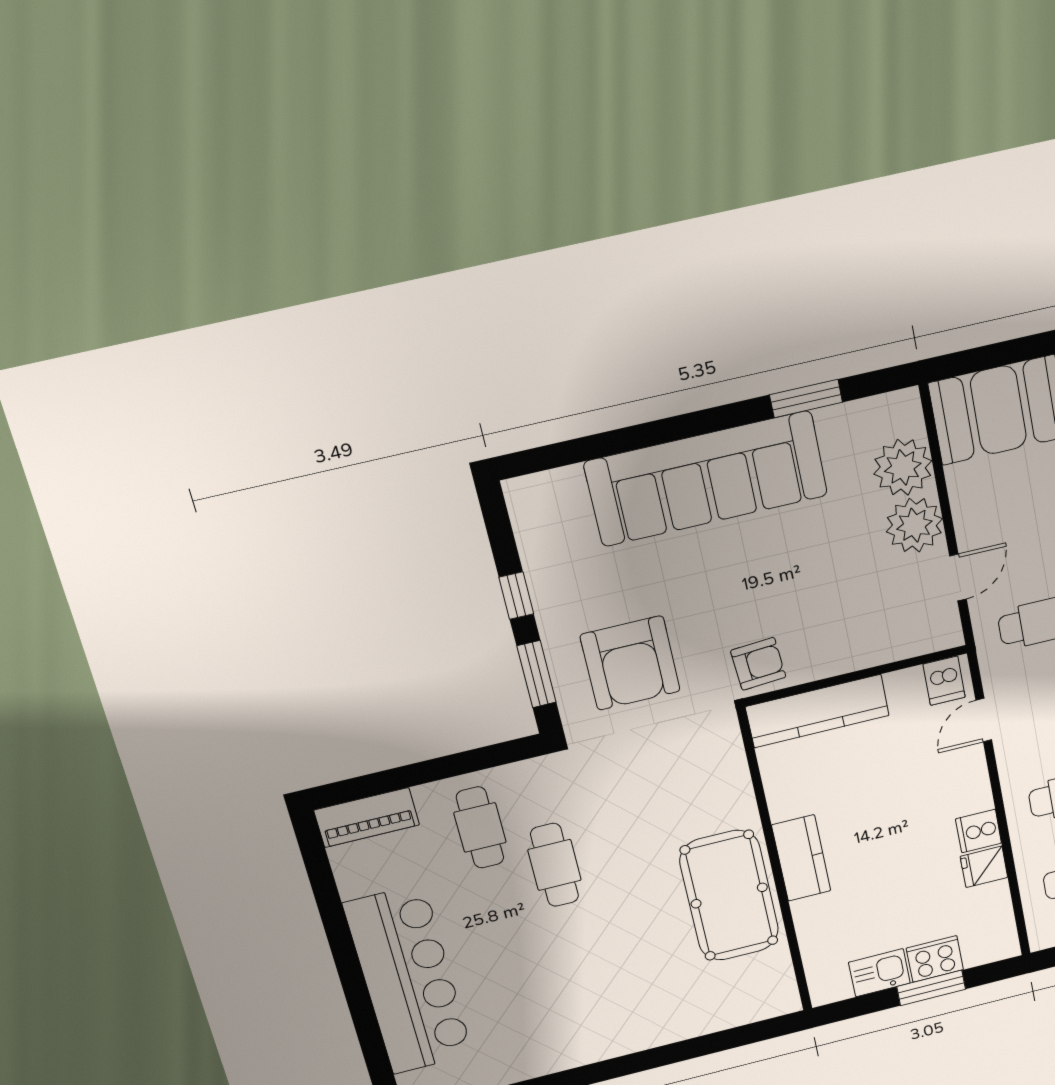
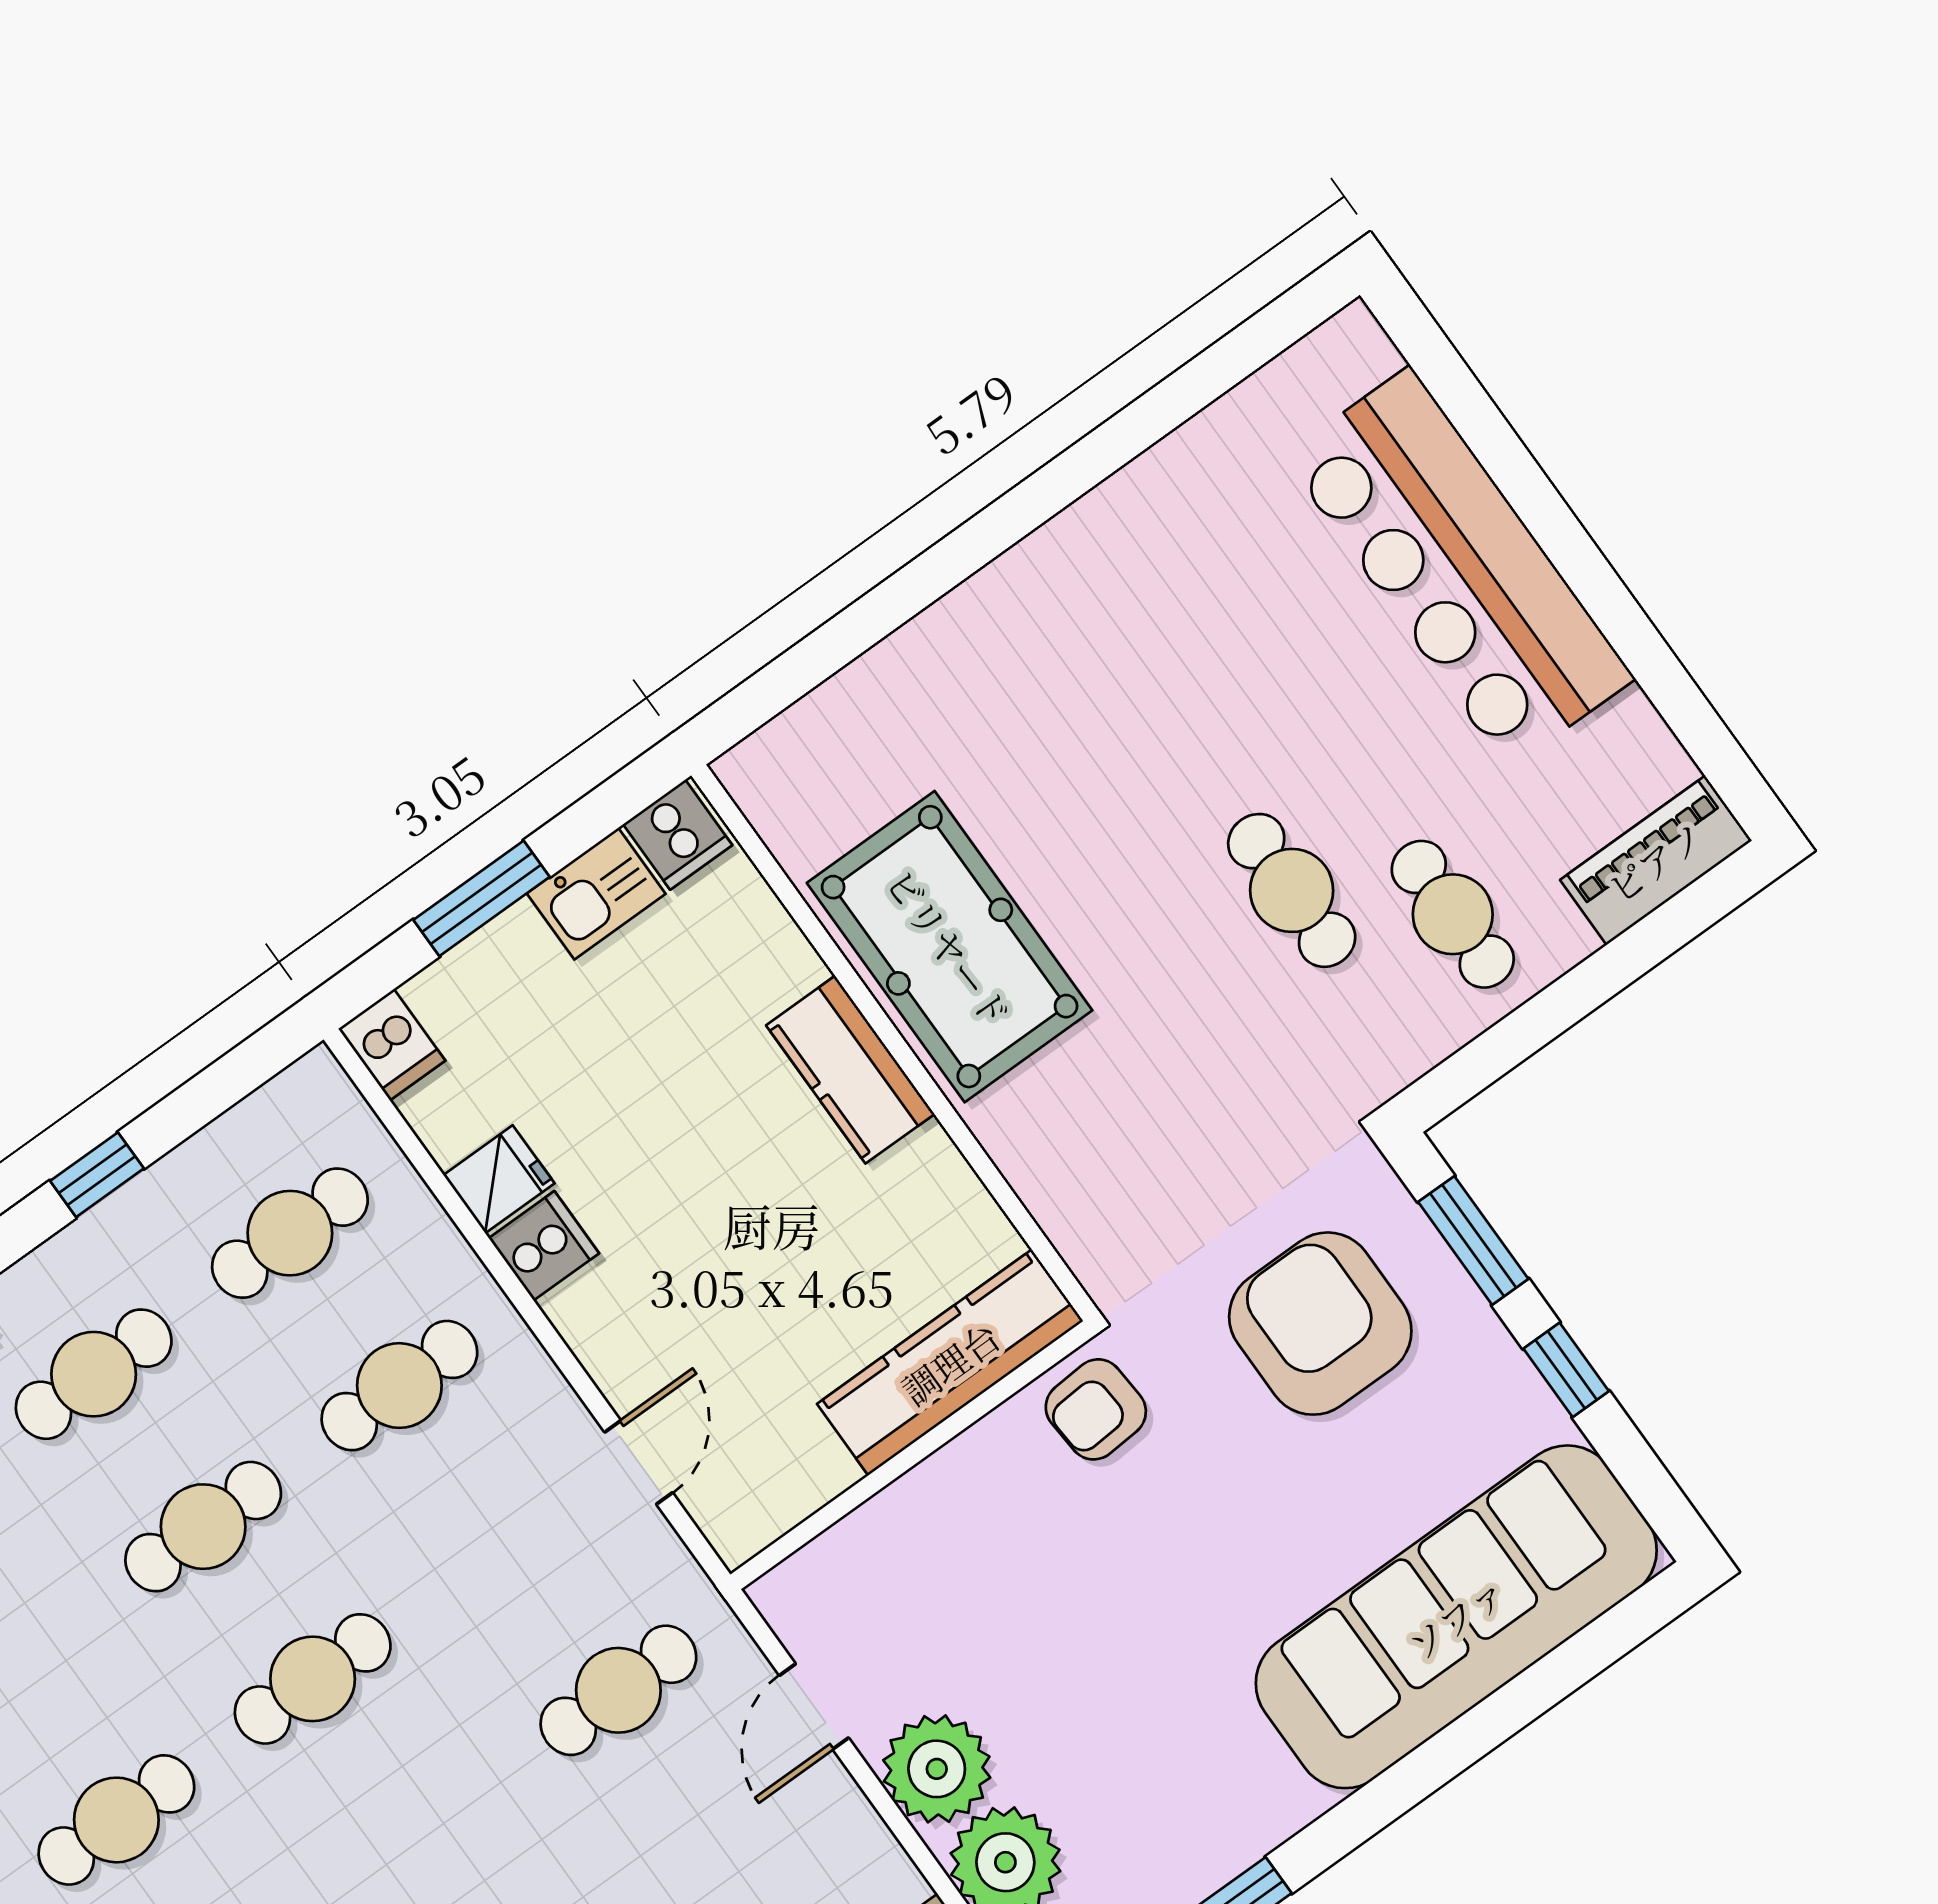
sofa: (706, 479) -> (1456, 1617), moved
dishwasher: (944, 681) -> (392, 1045), moved, turned 180
cooker: (935, 959) -> (678, 835), moved, width x0.73

